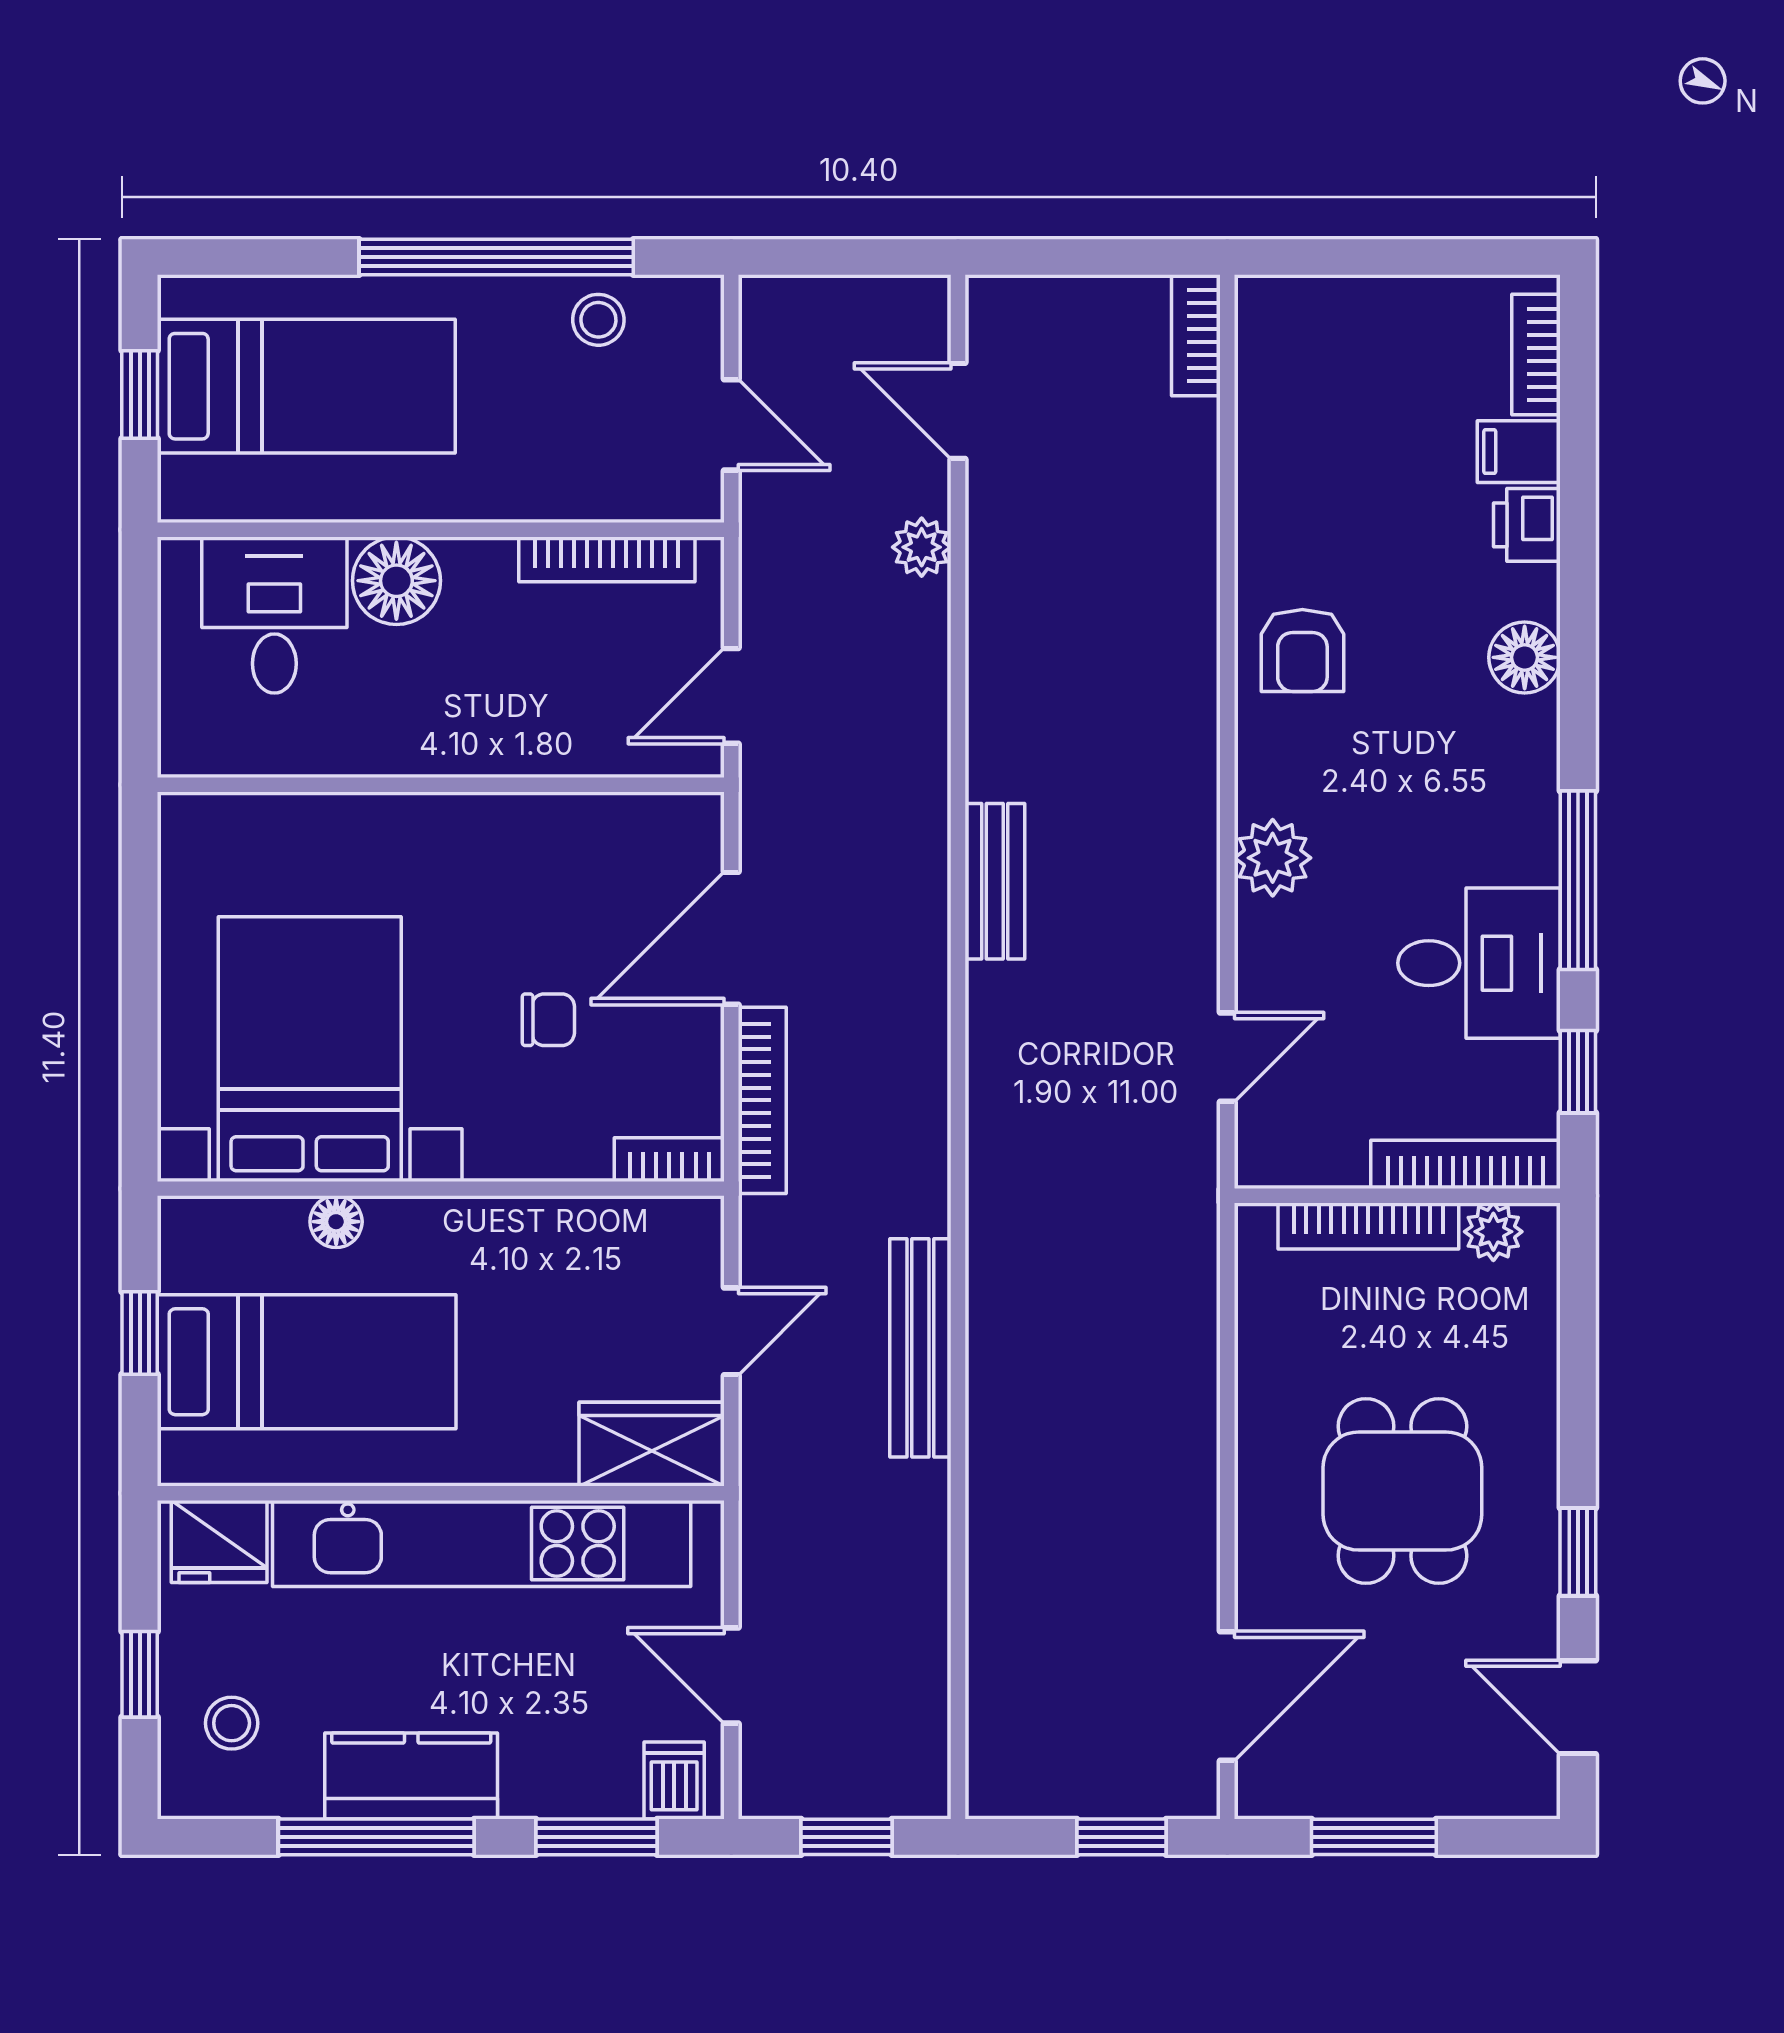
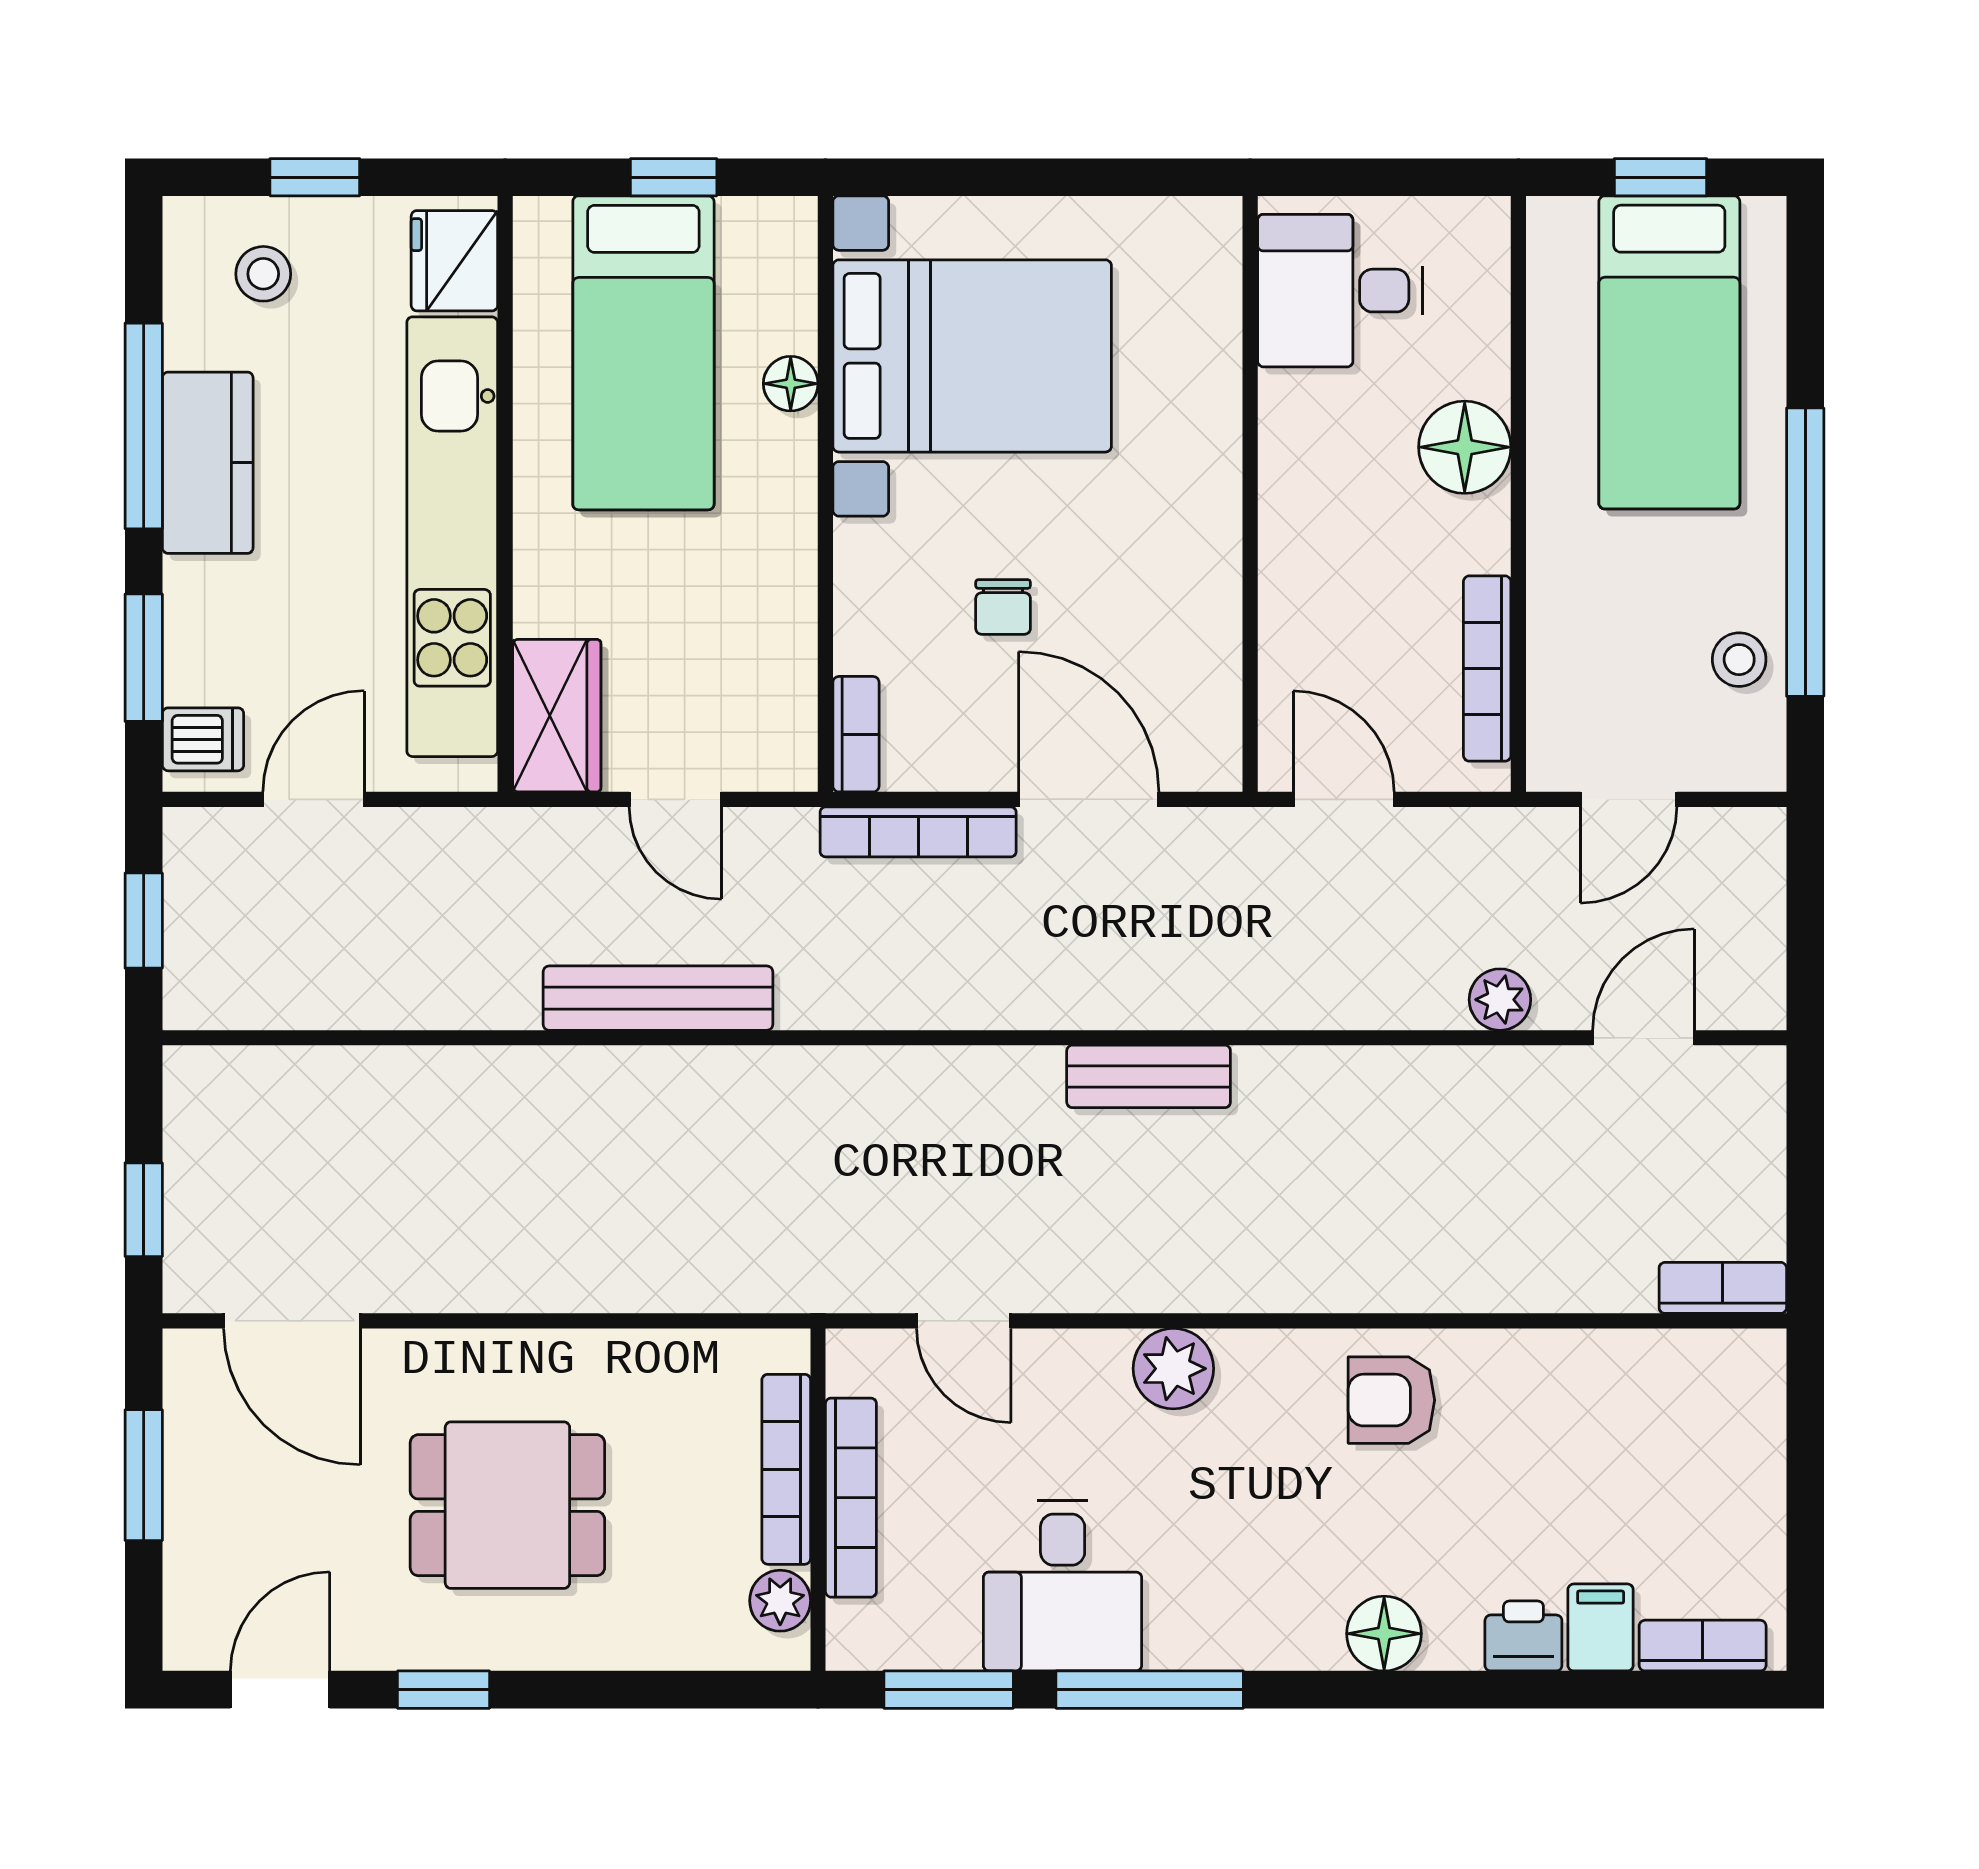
desk: (274, 615) -> (1340, 291), moved, turned 180
window: (1578, 1072) -> (949, 1690), width x1.50
bookcase: (1465, 1164) -> (851, 1498), moved

